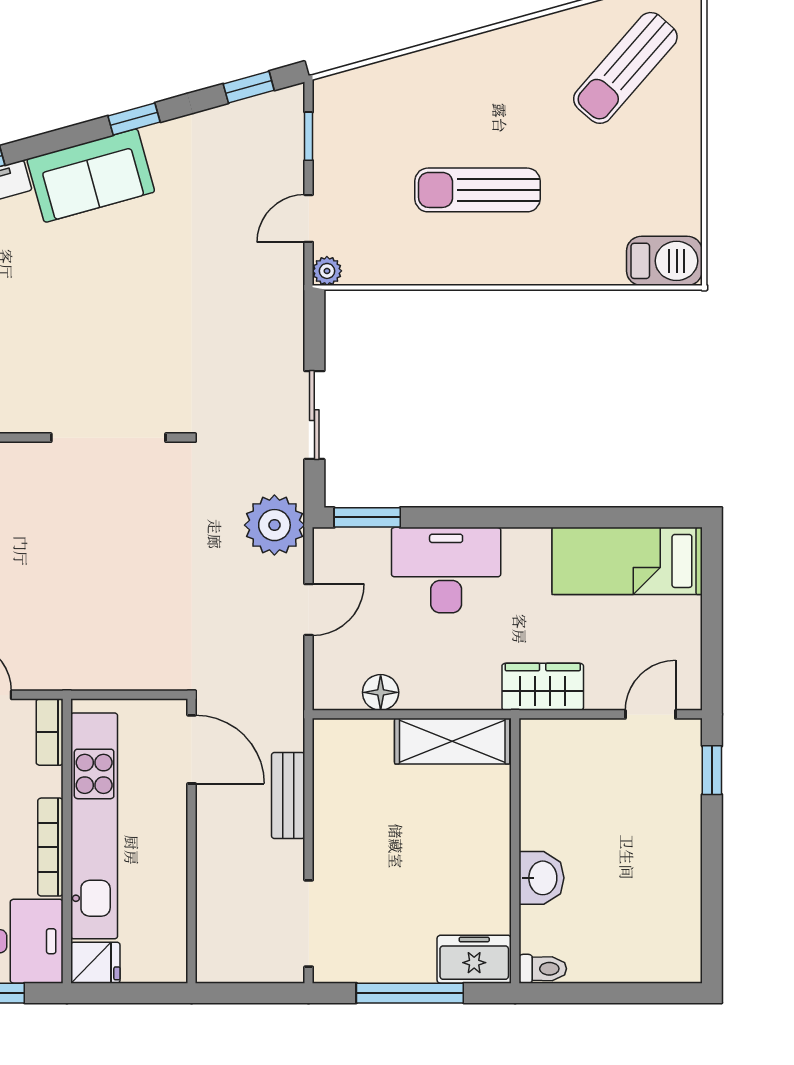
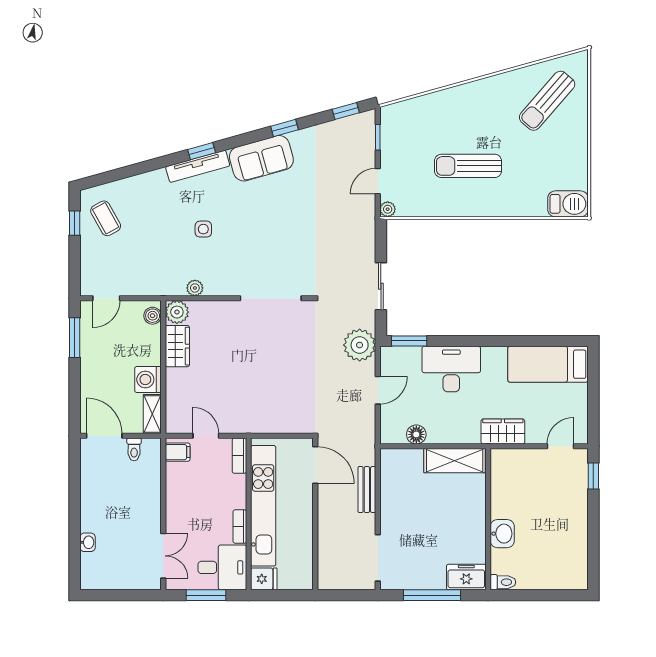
bookcase: (50, 847) -> (240, 527), width x0.64

